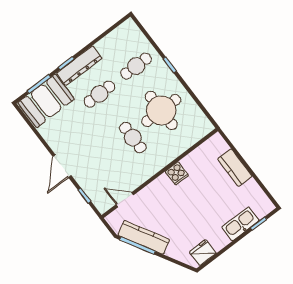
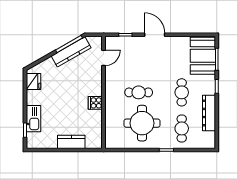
dresser: (79, 66) -> (209, 113), moved

